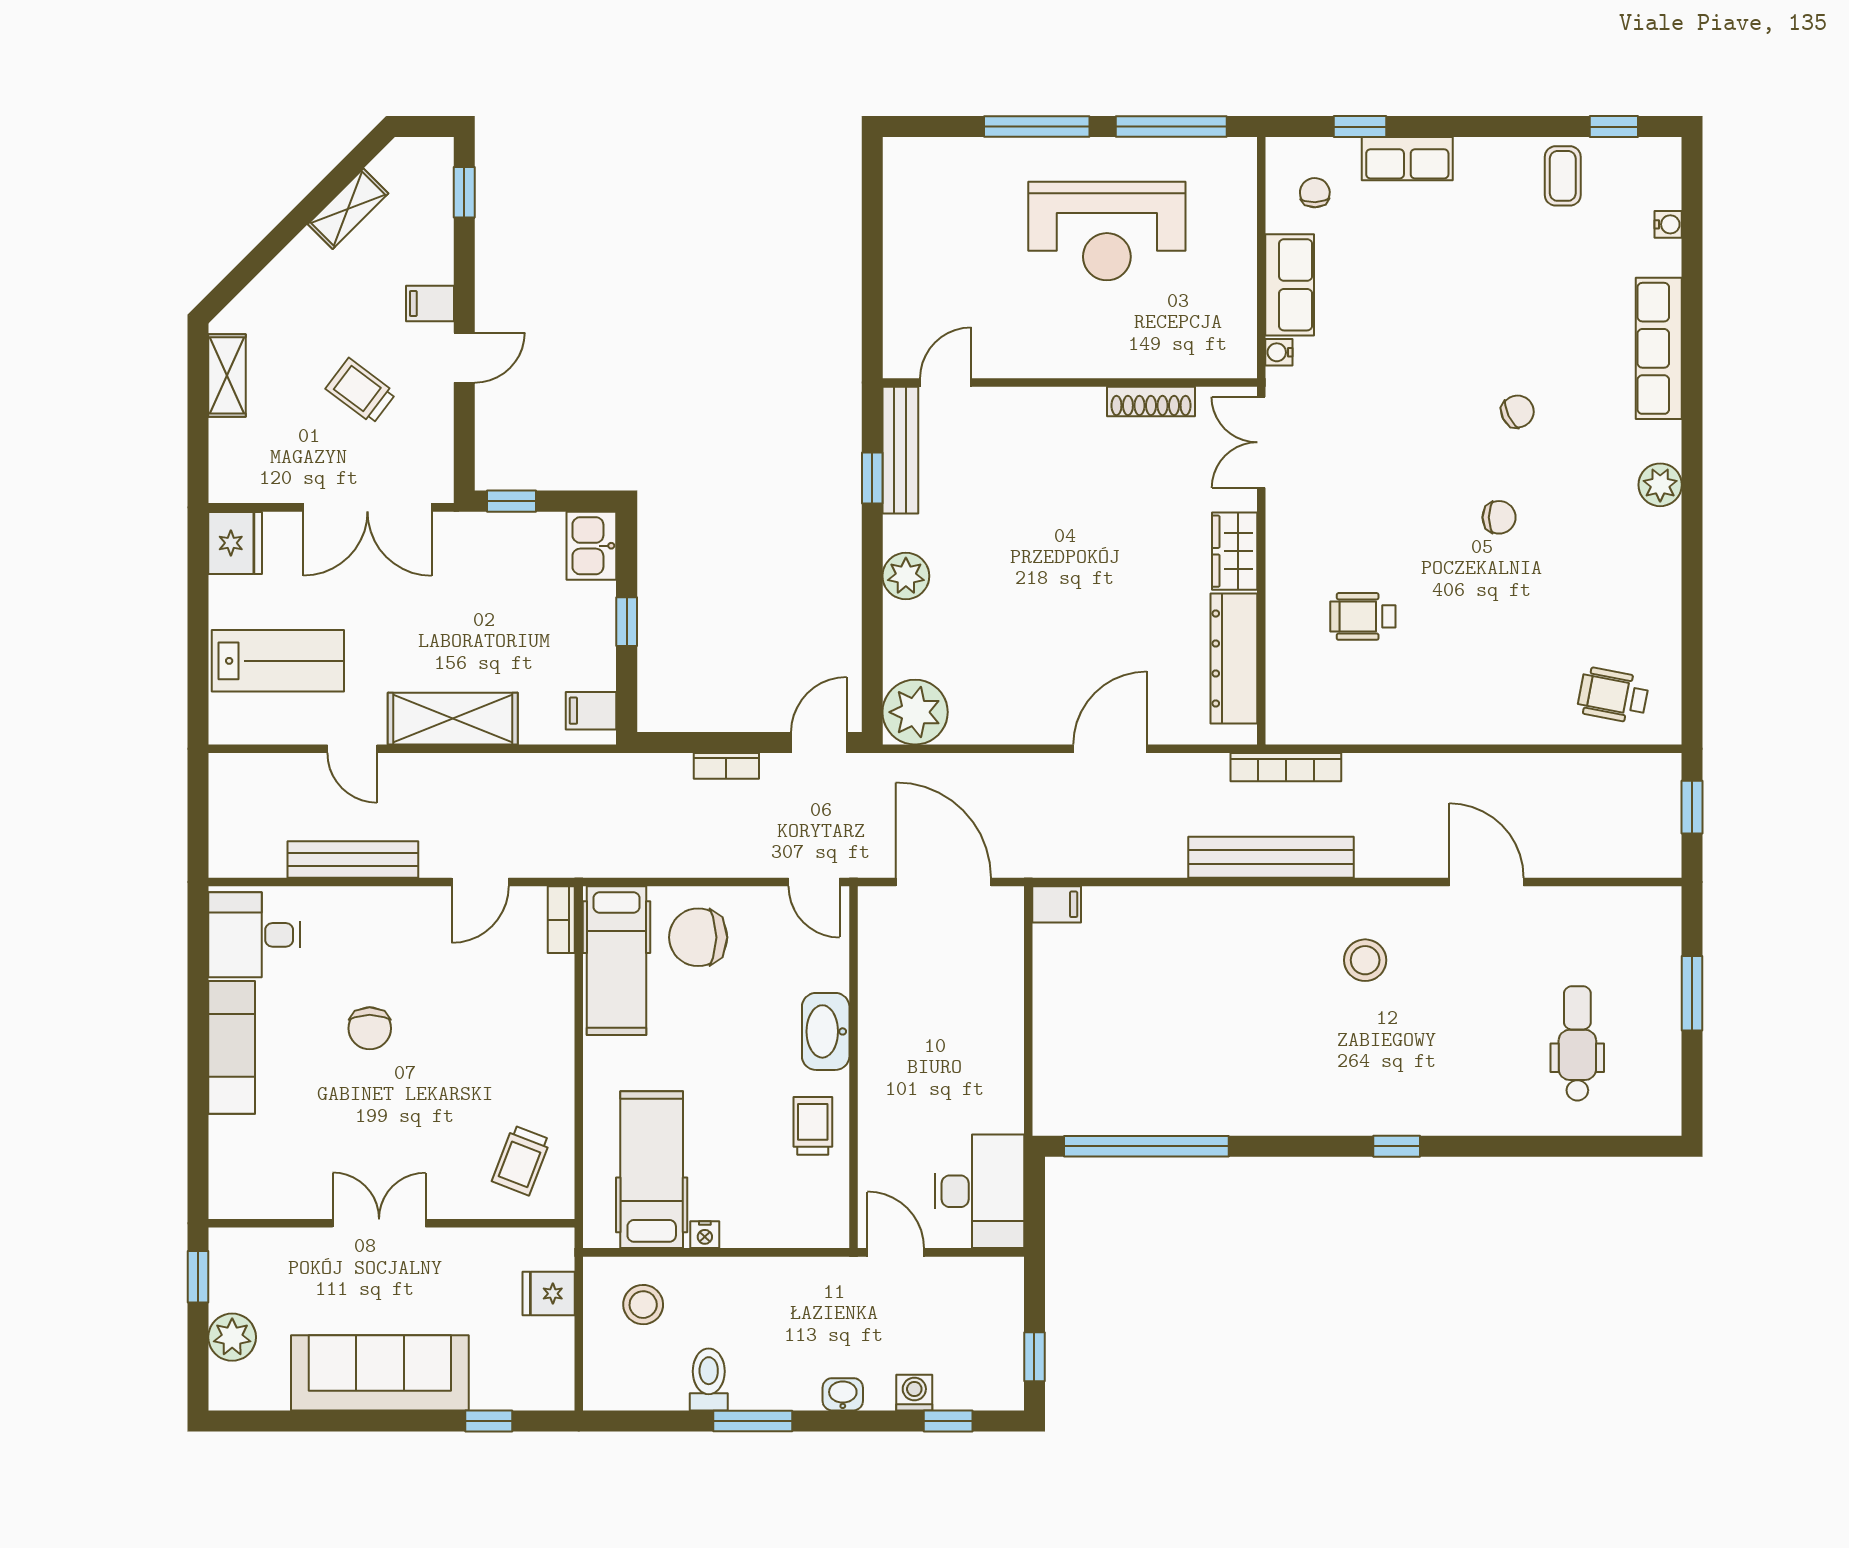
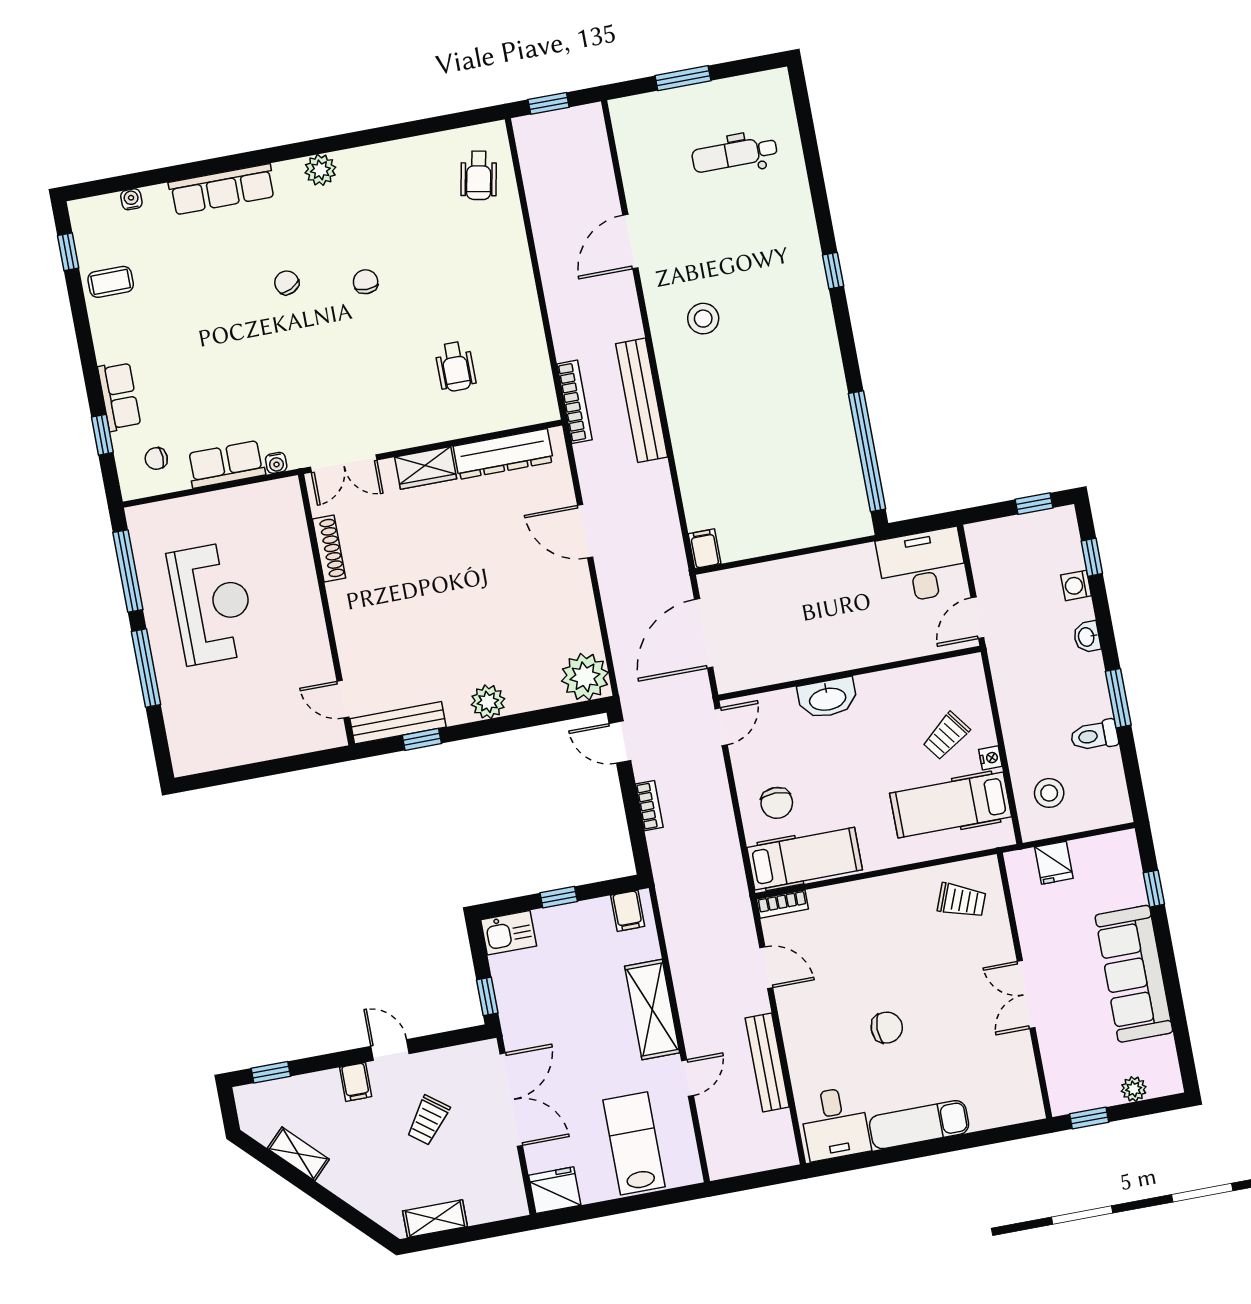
chair: (698, 937) -> (777, 803), width x0.73, depth x0.73
trolley: (813, 1126) -> (946, 736), moved, turned -37
plant: (232, 1337) -> (1134, 1089), width x0.73, depth x0.73

